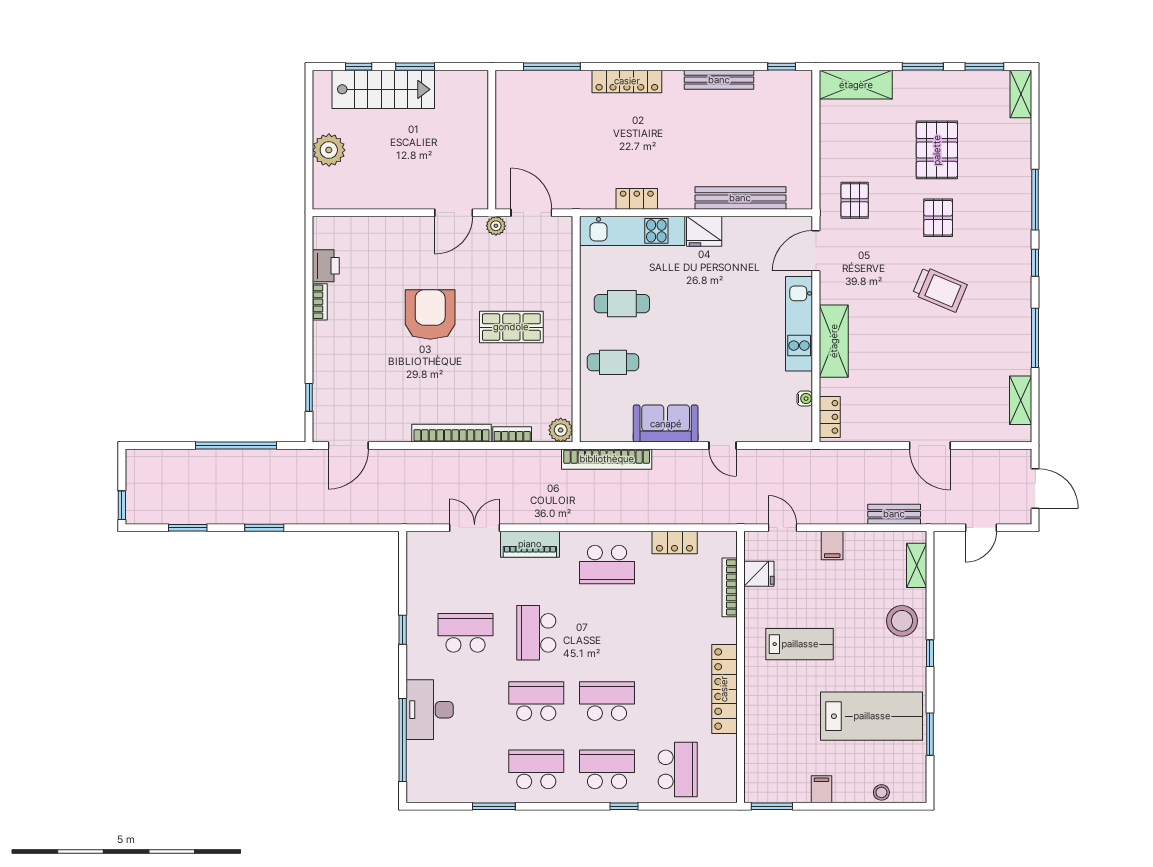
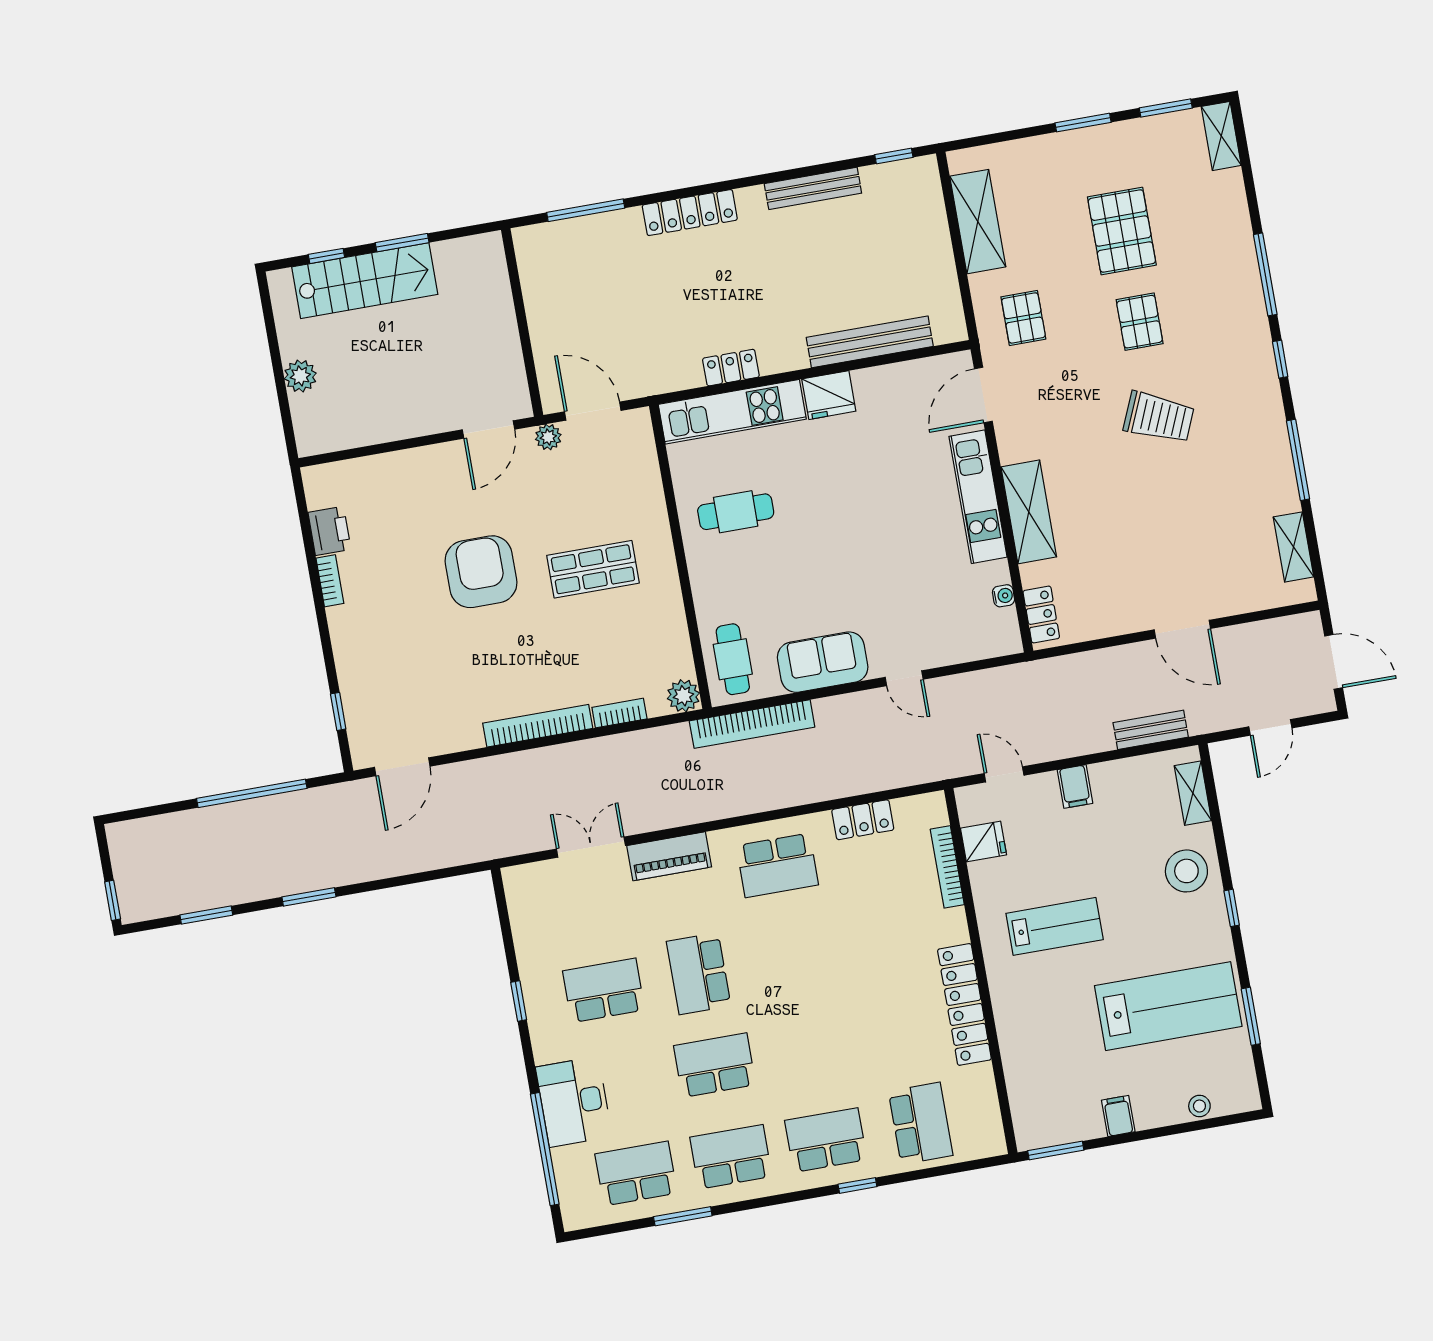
shelving: (856, 85) -> (978, 222), moved, turned 90
plant: (329, 150) -> (300, 376), width x0.73, depth x0.73
cafe table: (613, 362) -> (733, 659), moved, turned 90
school desk: (607, 701) -> (636, 1174), moved

